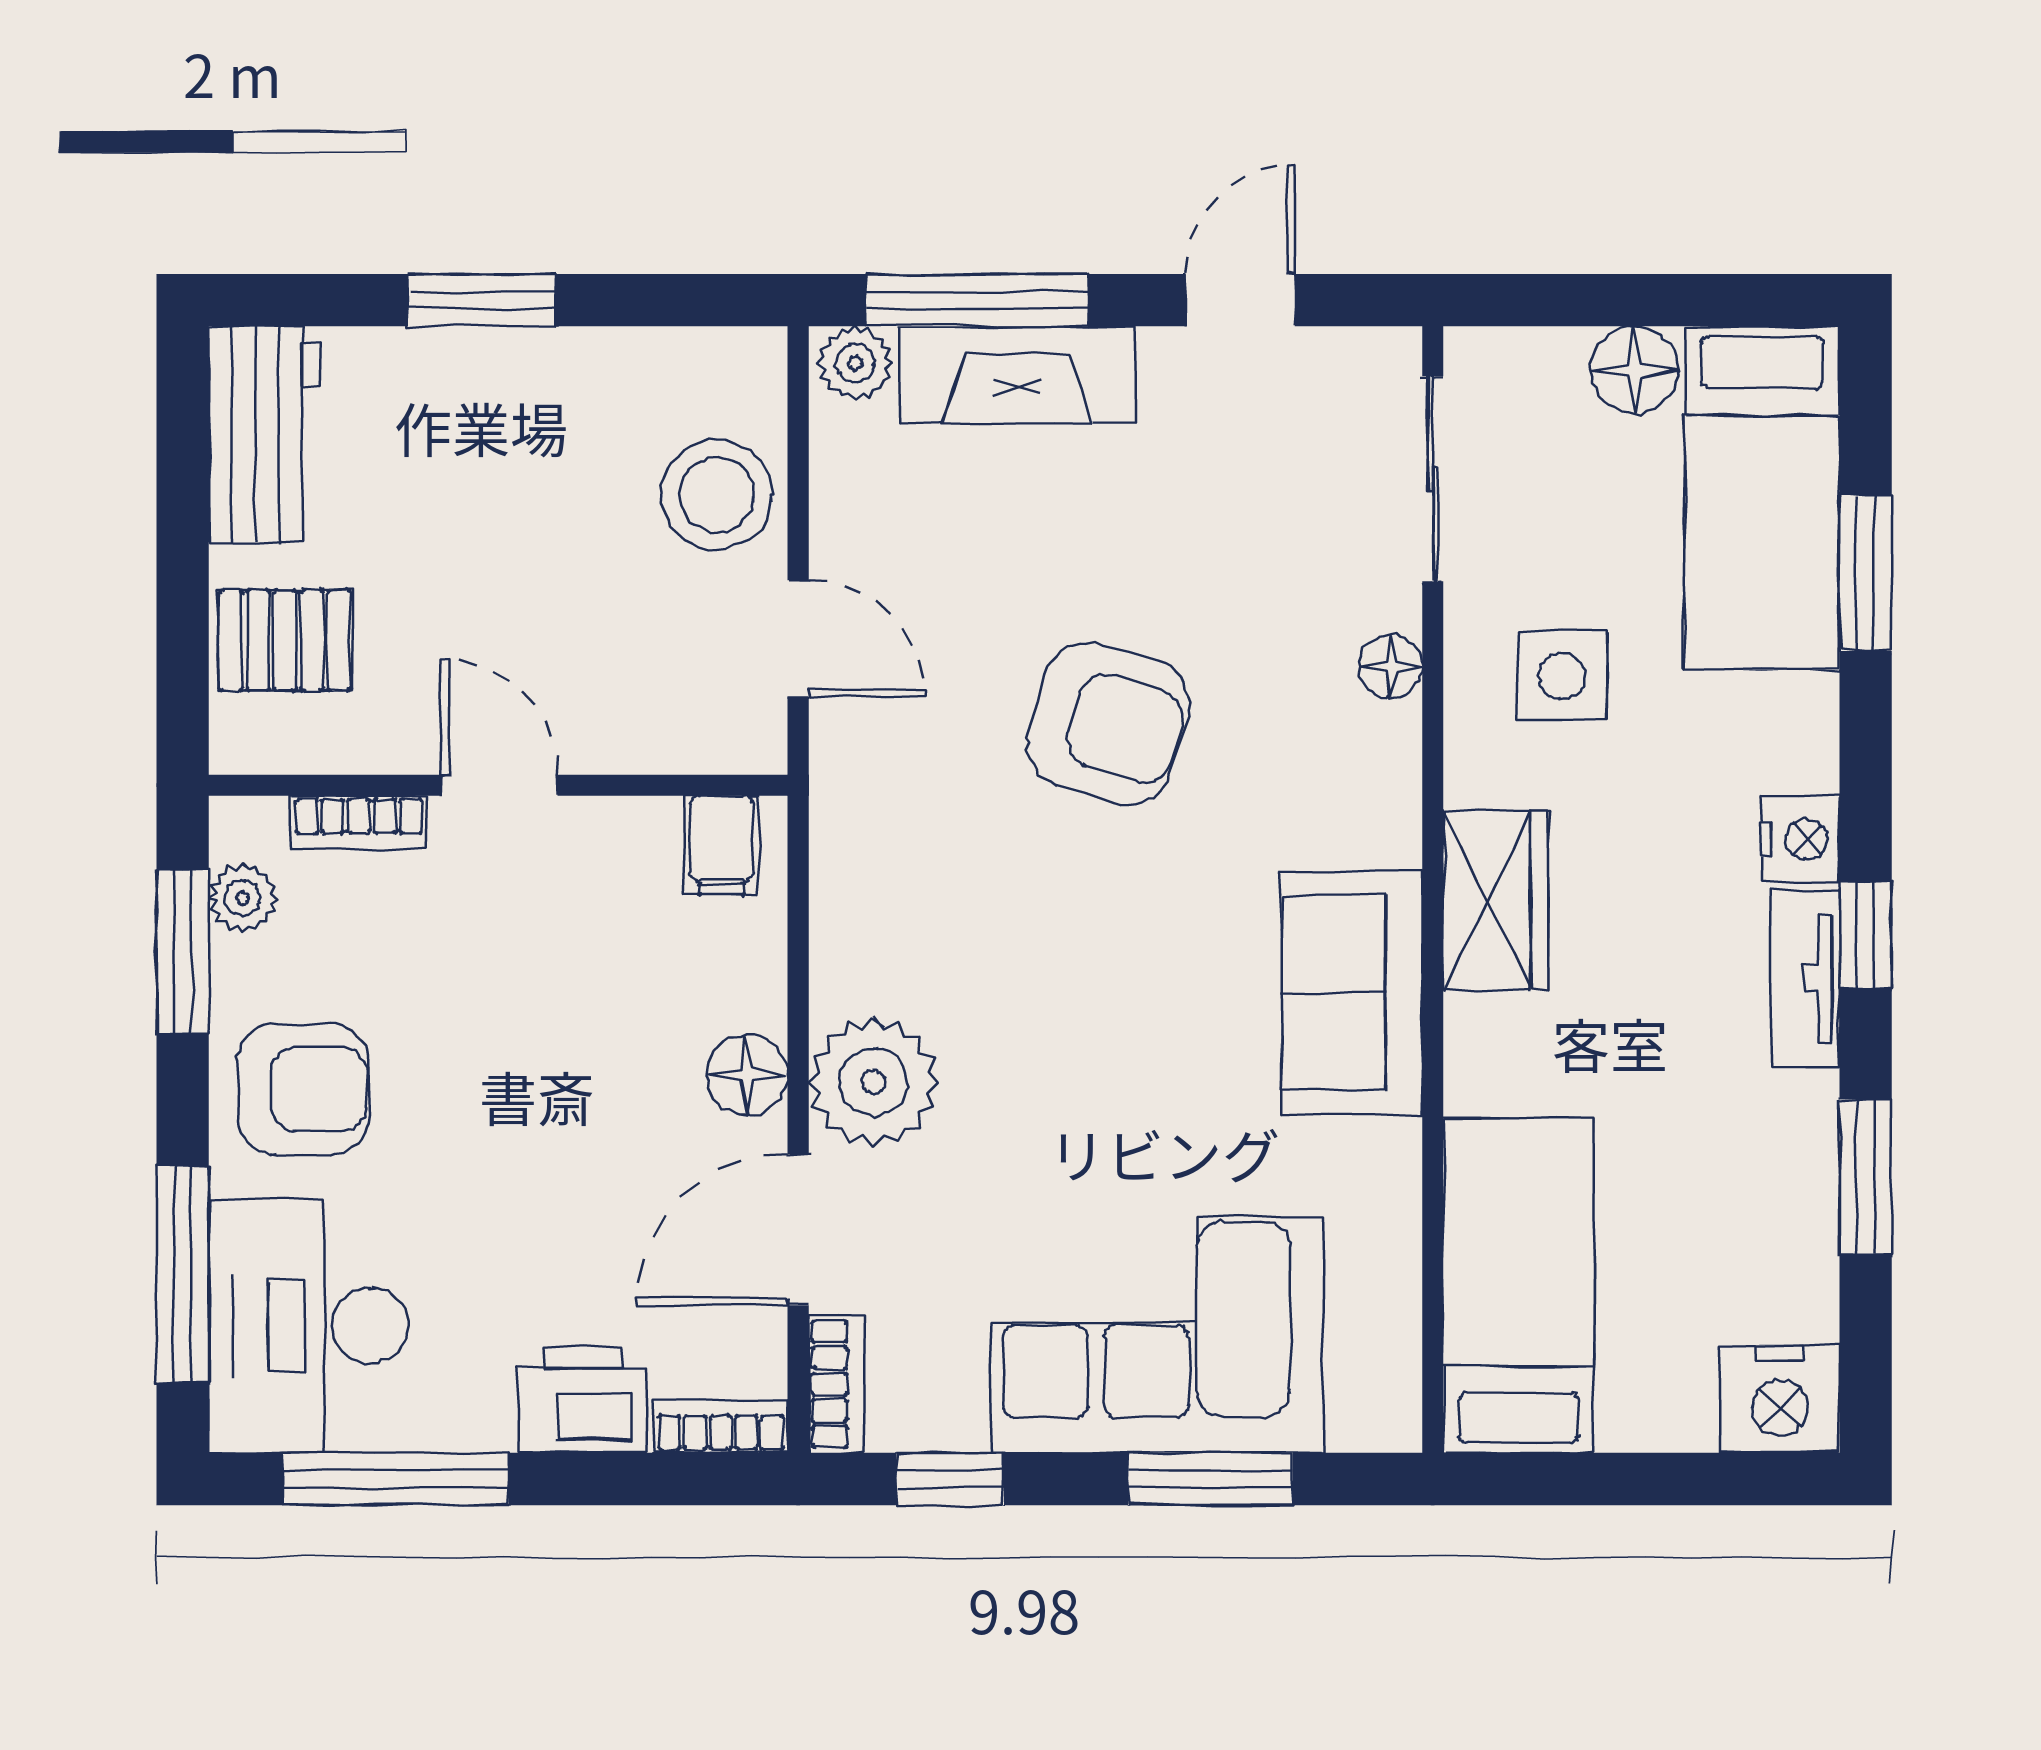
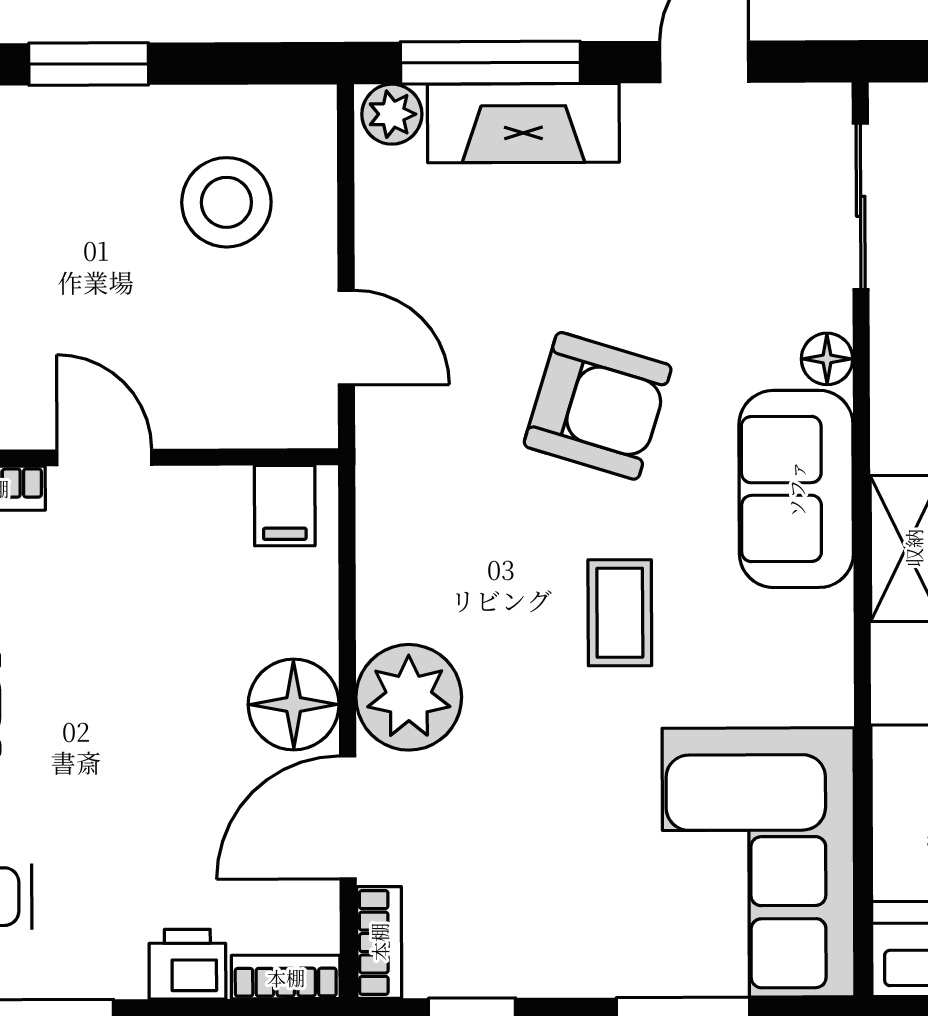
stool: (717, 495) -> (226, 202), moved
coffee table: (1134, 979) -> (620, 613), added
sofa: (1352, 993) -> (796, 489), moved
floor lamp: (747, 1075) -> (294, 705), width x1.38, depth x1.38
corner sofa: (1157, 1335) -> (758, 862), moved, turned -90
printer: (583, 1400) -> (187, 964), width x0.73, depth x0.81

